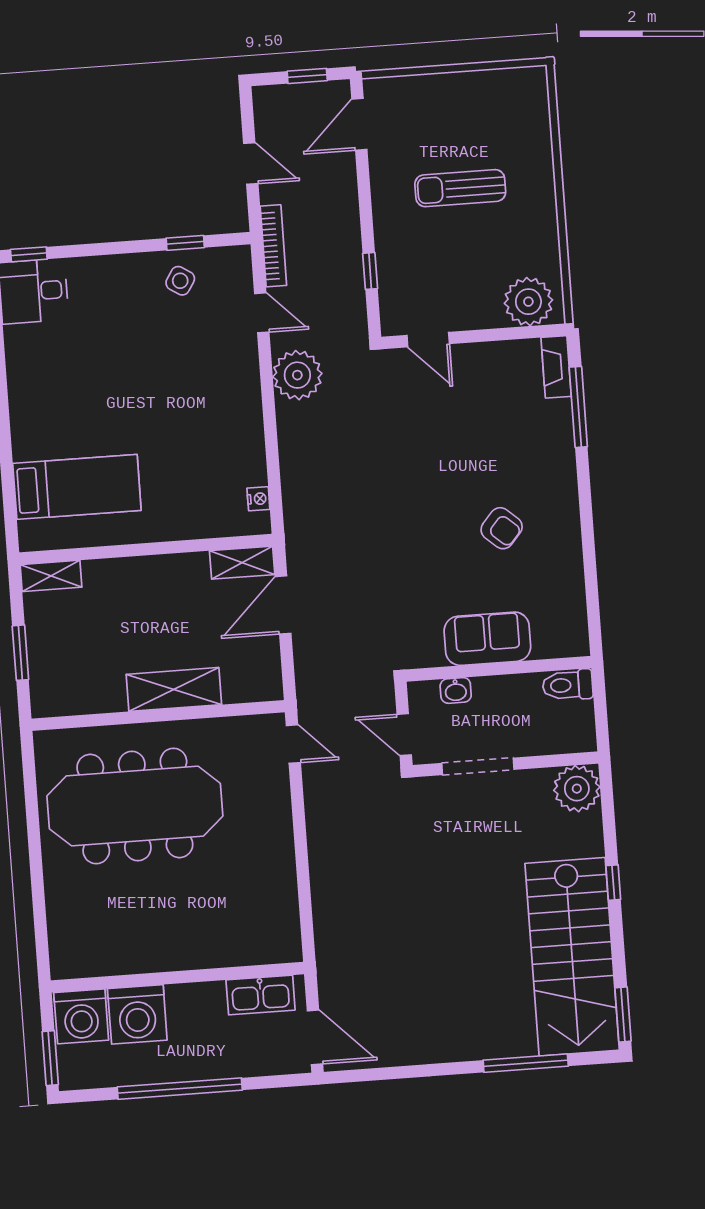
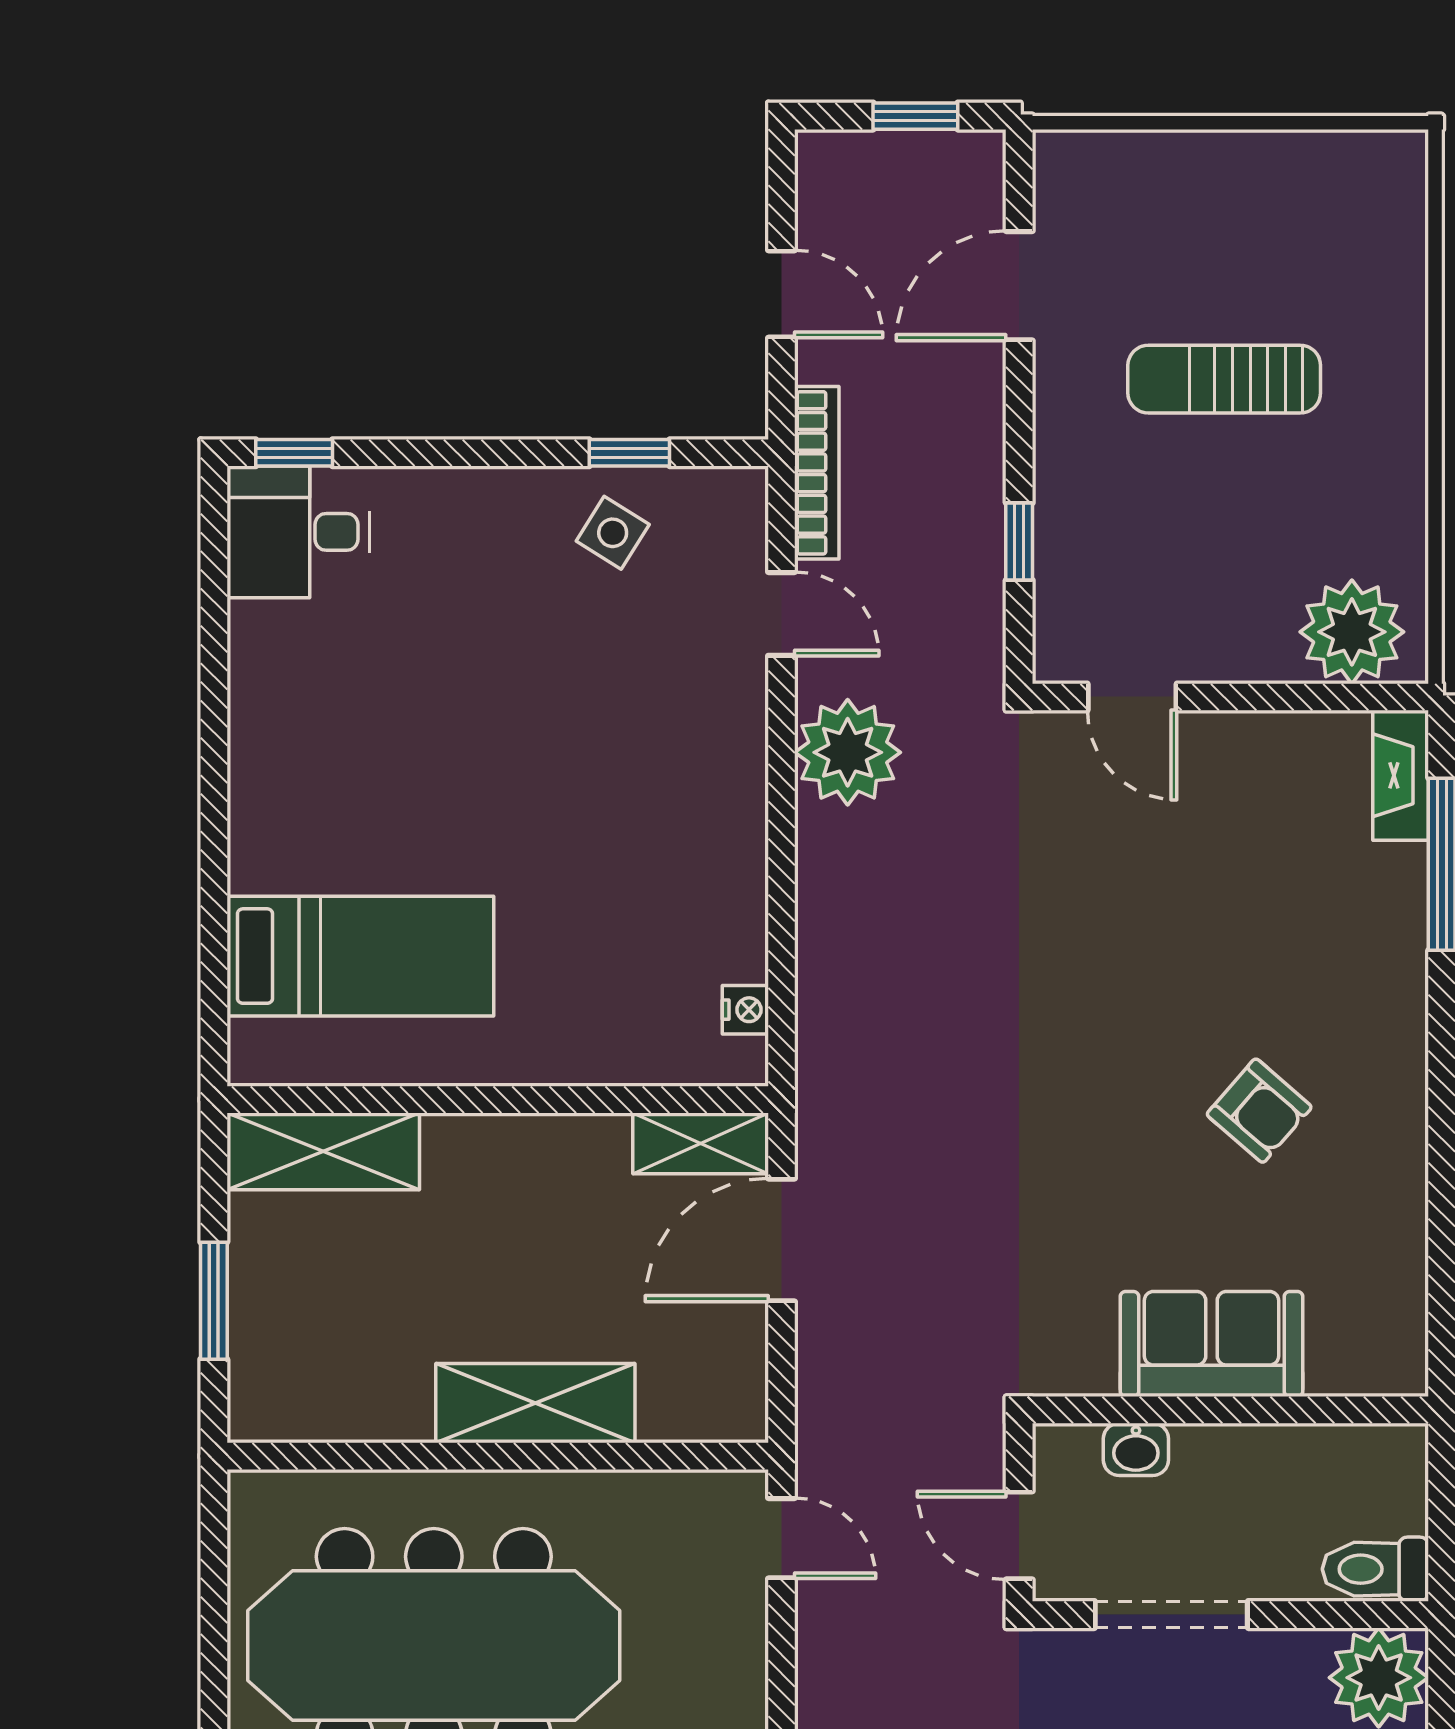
door: (359, 124) -> (1019, 286), moved
shelving: (51, 576) -> (323, 1151), width x1.50, depth x1.33
toilet: (568, 685) -> (1375, 1569), moved

